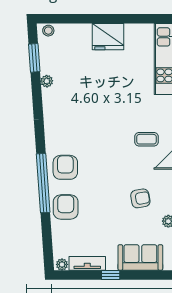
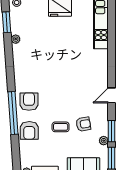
coffee table: (146, 139) -> (61, 127), moved
armchair: (66, 207) -> (29, 130), turned 180

